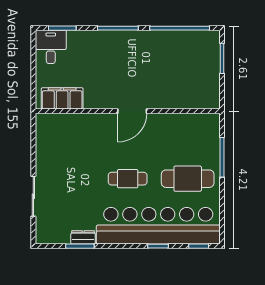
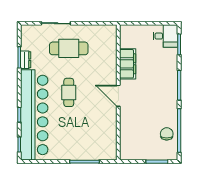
chair: (184, 45) -> (167, 134), added
filing cabinet: (62, 98) -> (128, 64), moved
cafe table: (188, 179) -> (69, 48), moved, turned 90

